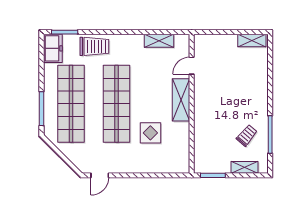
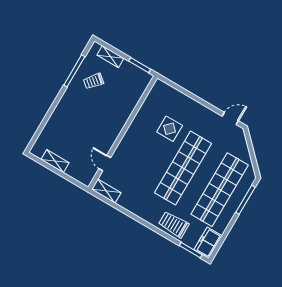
shelving: (252, 40) -> (55, 161), moved
shelving: (159, 41) -> (106, 191), moved
door: (192, 66) -> (105, 163), swing flipped
shelving: (181, 100) -> (129, 141), removed

